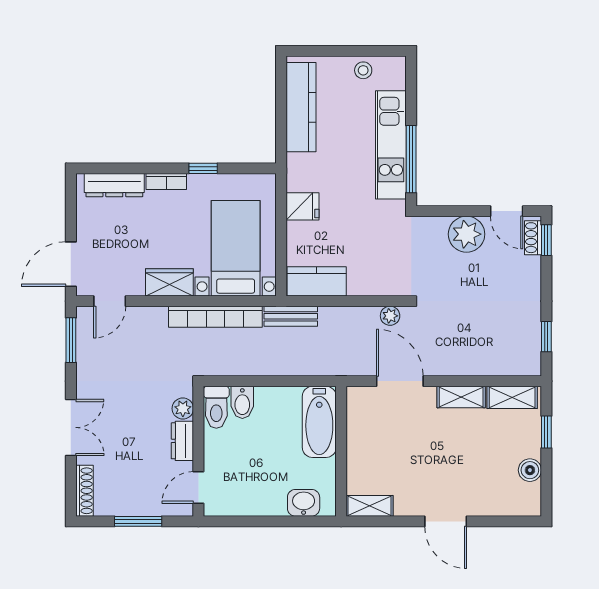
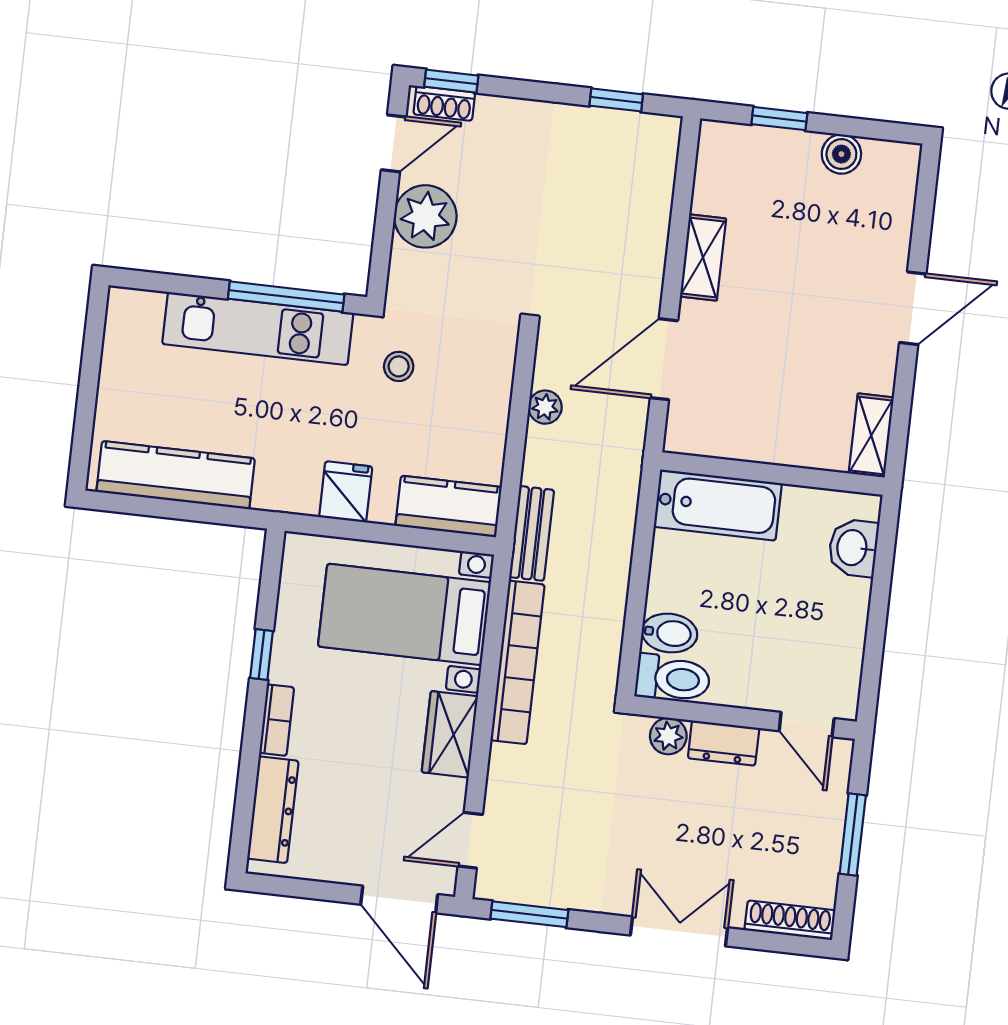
stool: (363, 70) -> (399, 366), moved
kitchen counter: (317, 281) -> (449, 506), moved, turned 90
door: (110, 301) -> (470, 840), swing flipped
plant: (390, 316) -> (545, 407), moved
shelving: (512, 397) -> (714, 170), removed

